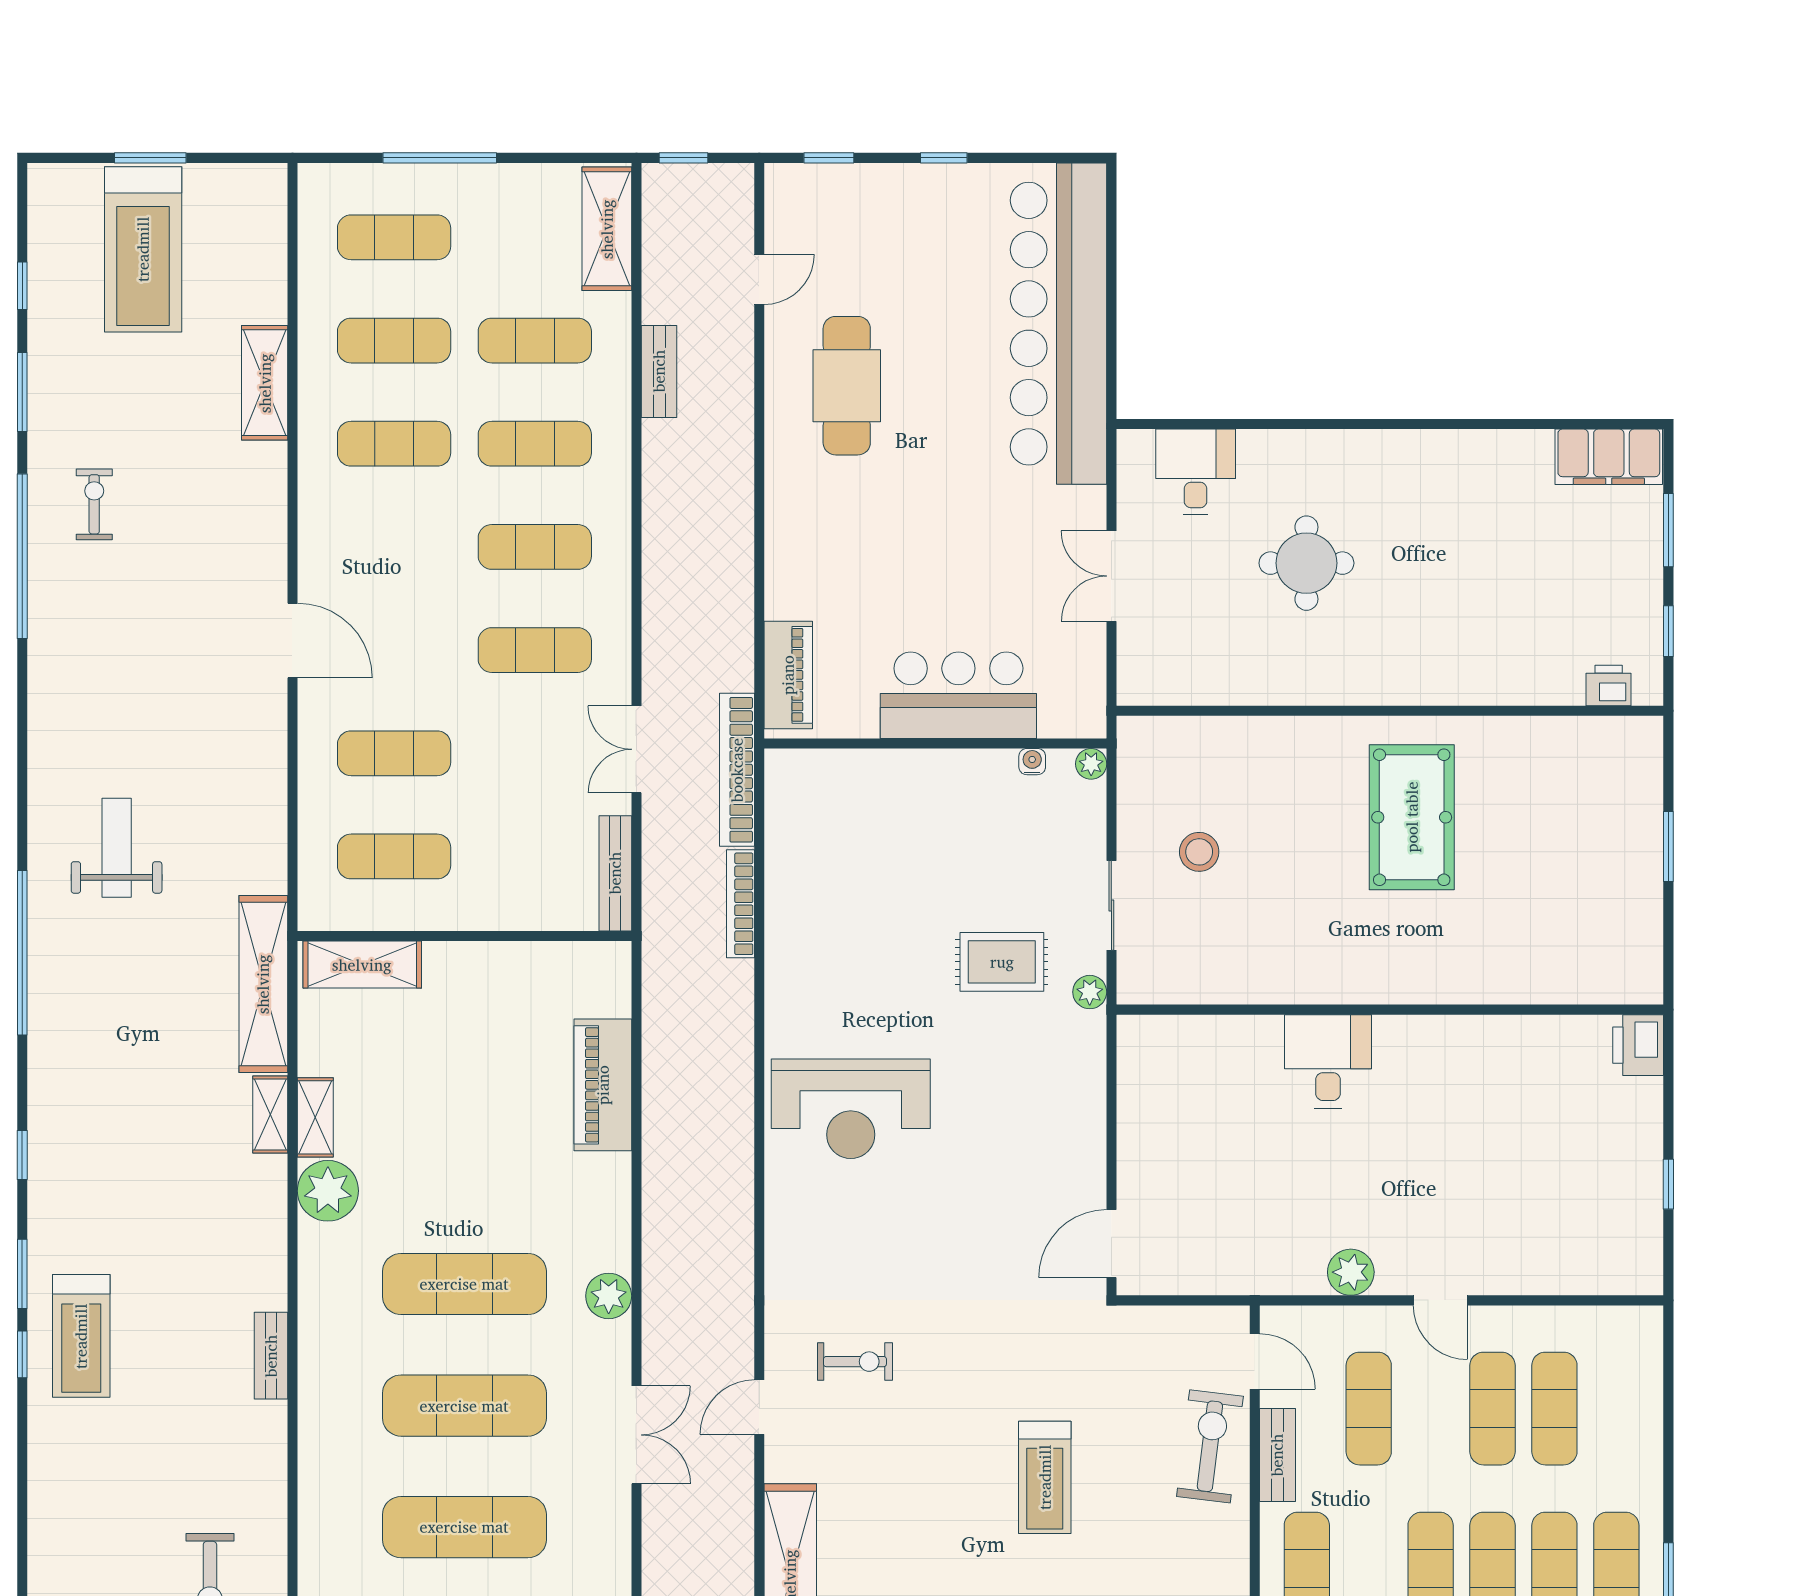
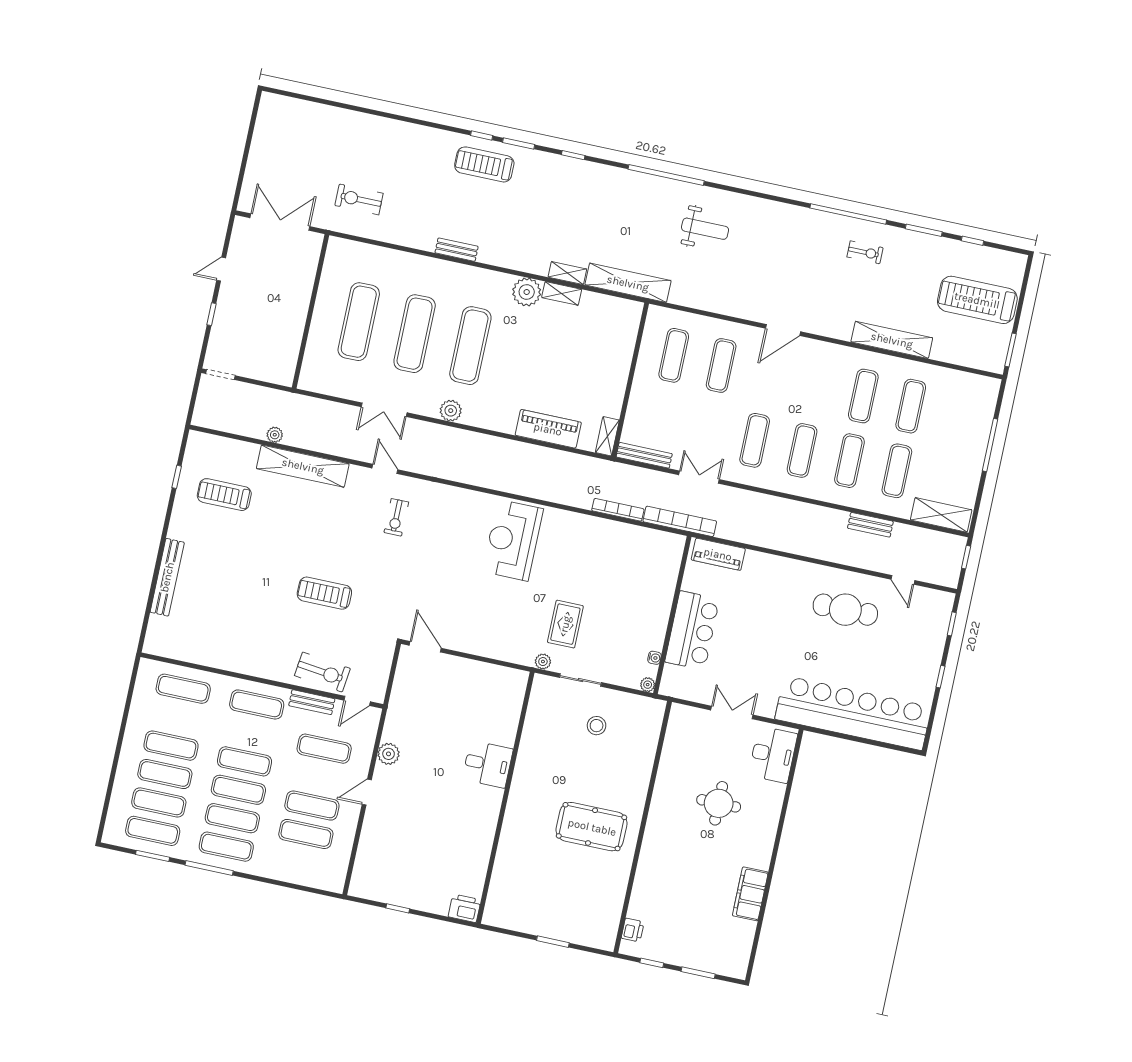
window: (150, 158) -> (1010, 350), moved
exercise mat: (394, 237) -> (958, 416), removed
shelving: (265, 383) -> (892, 340), width x1.47
filing cabinet: (1609, 457) -> (750, 894), moved
desk: (1196, 472) -> (773, 755), width x1.37
shelving: (362, 965) -> (607, 436), moved, width x0.67, depth x0.75

